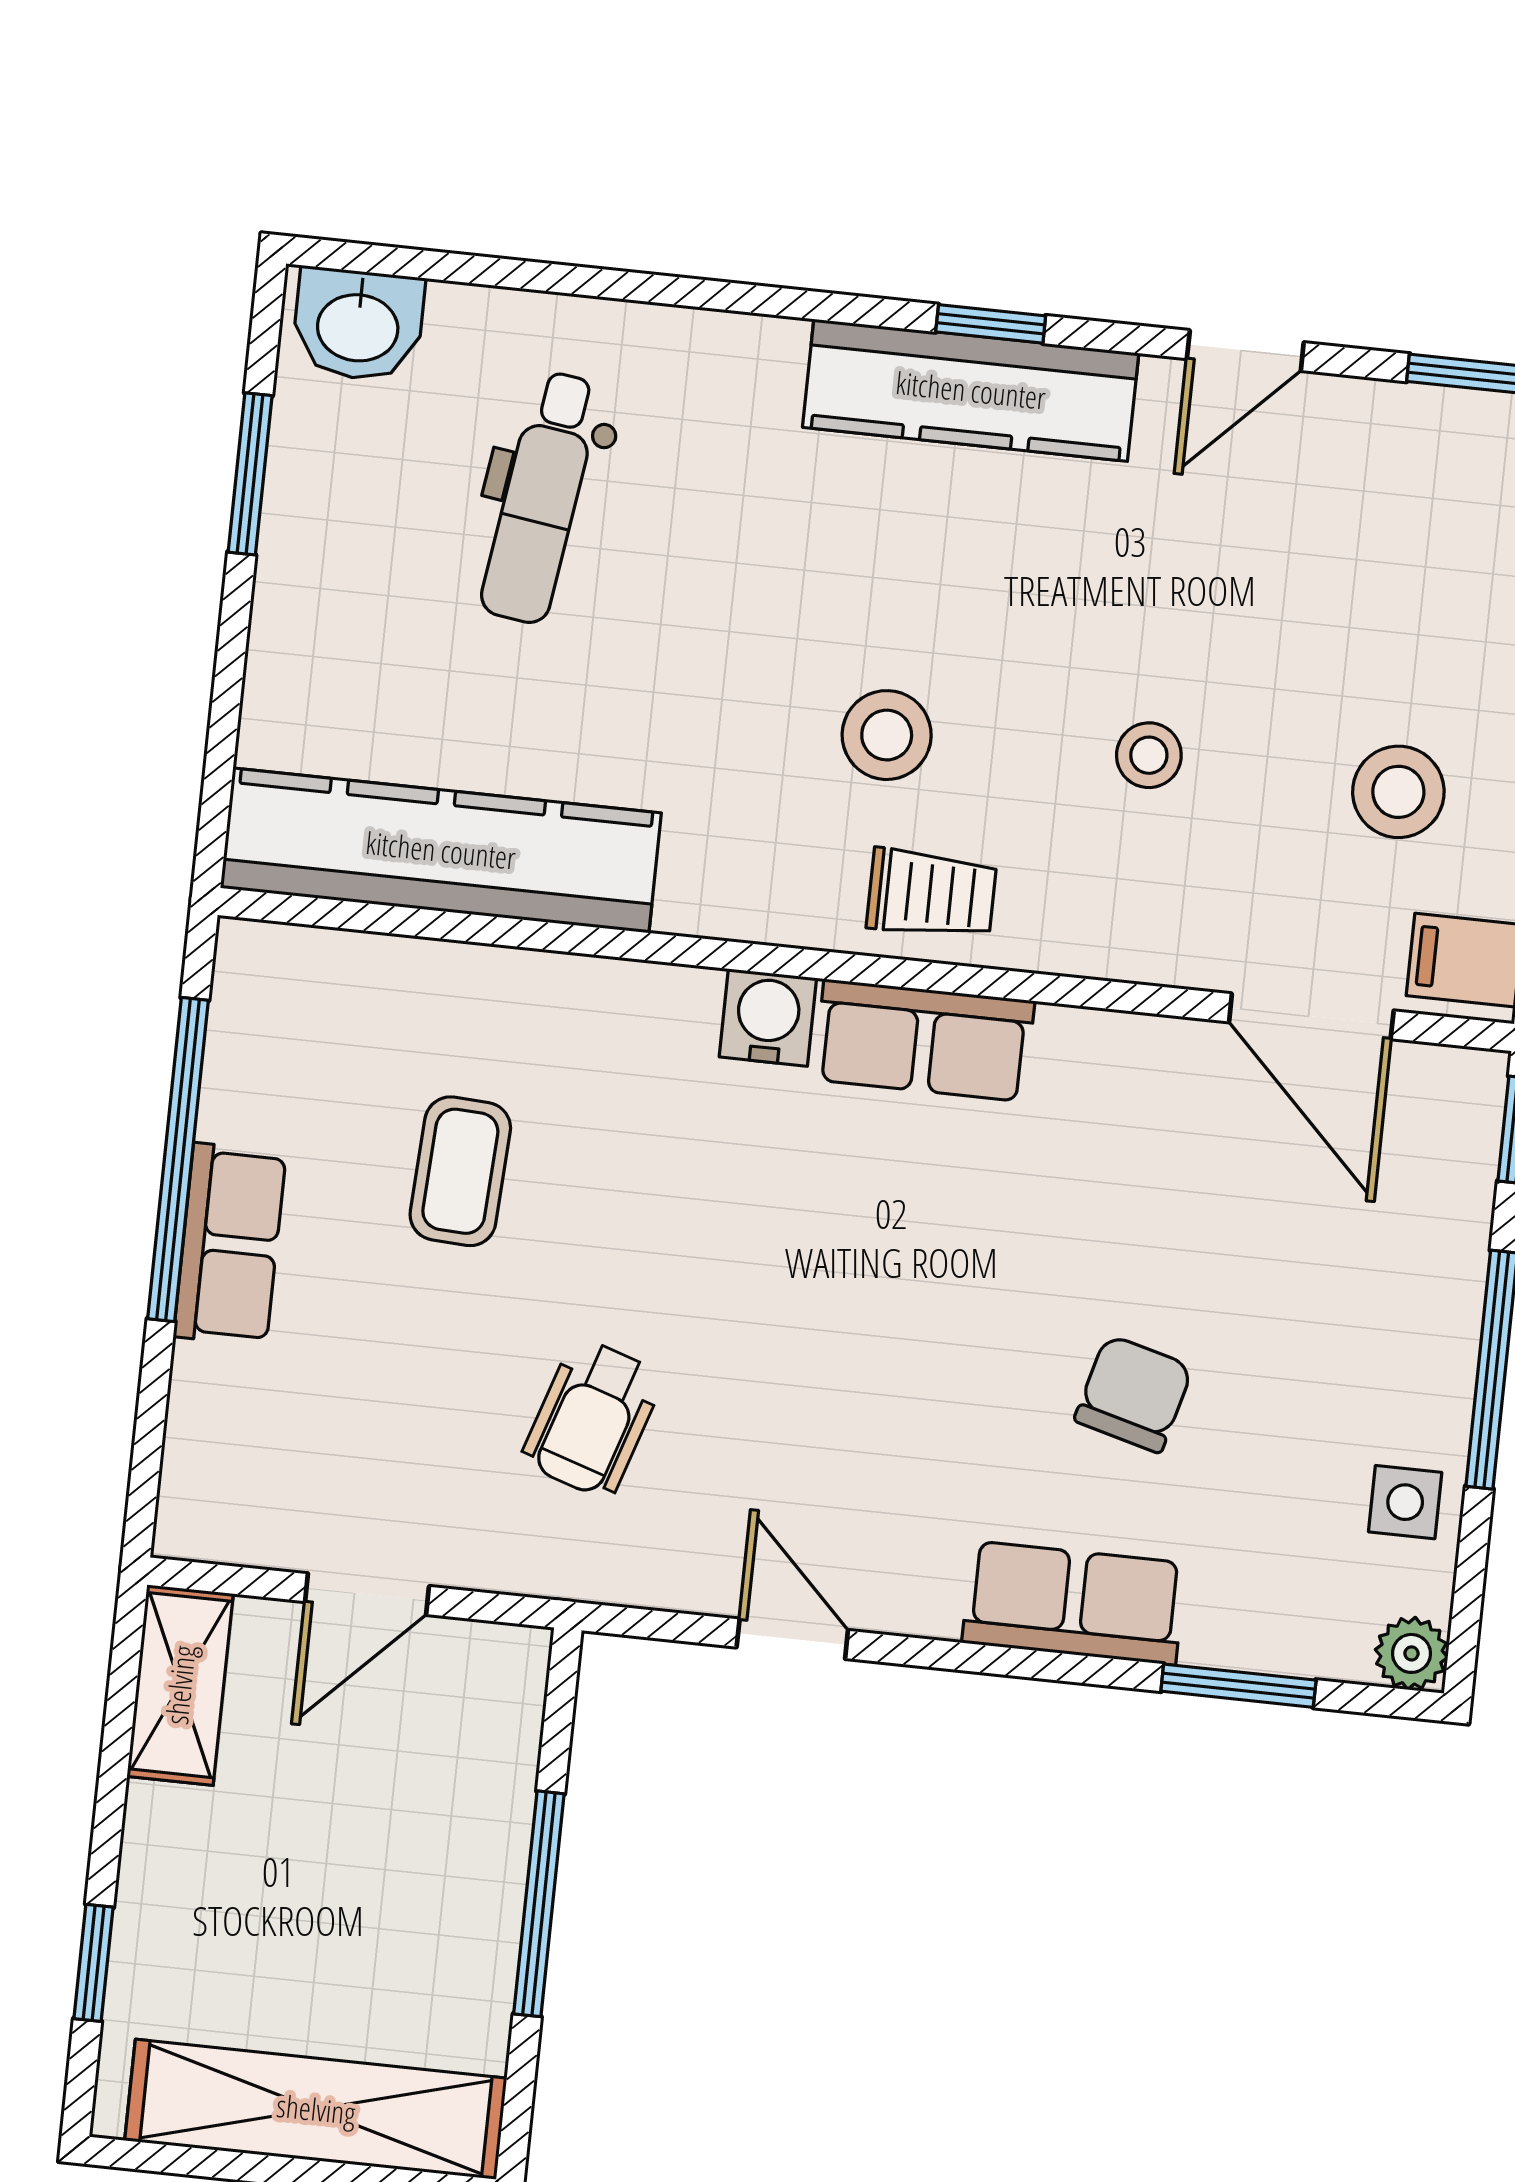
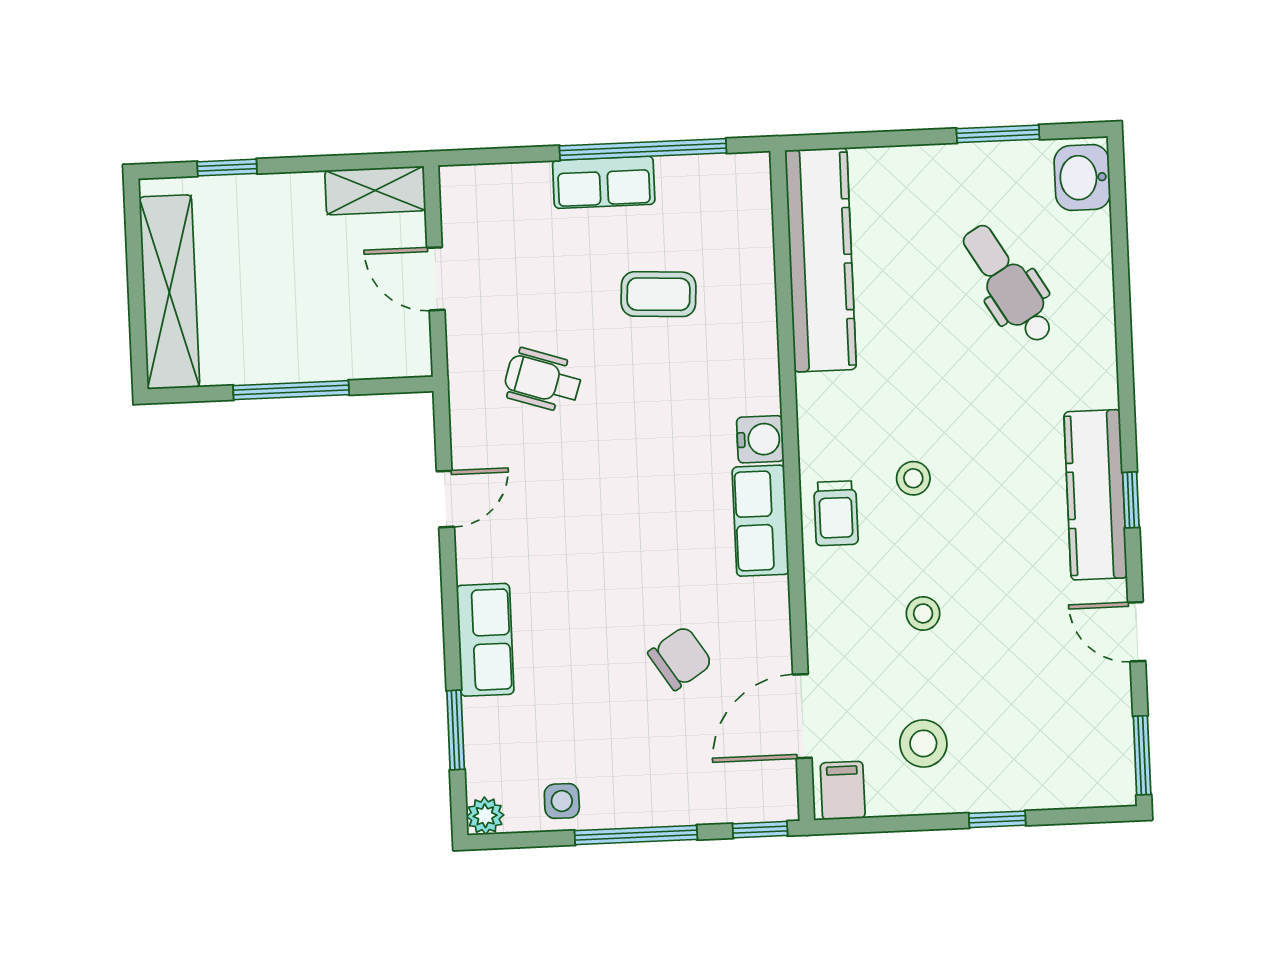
dental chair: (541, 497) -> (1008, 284), turned 51
stool: (887, 735) -> (913, 478), width x0.73, depth x0.73
chair: (1134, 1394) -> (680, 658), moved, turned -48

